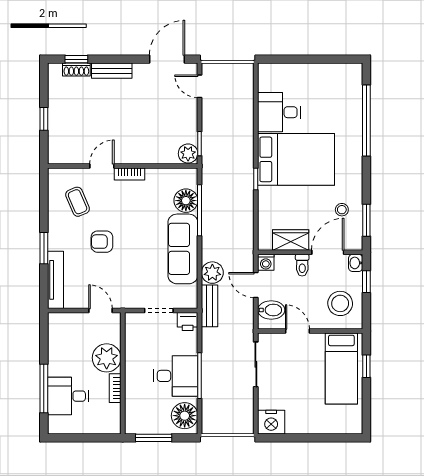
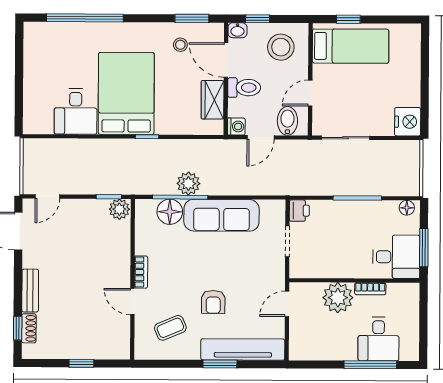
toilet: (302, 265) -> (244, 88), width x1.37, depth x1.39
plant: (212, 273) -> (188, 184), moved
tv unit: (56, 280) -> (243, 349), width x1.36, depth x1.29
bench: (210, 306) -> (283, 187), removed
desk: (176, 376) -> (396, 257), moved, turned 90
floor lamp: (185, 416) -> (407, 208), width x0.53, depth x0.53

